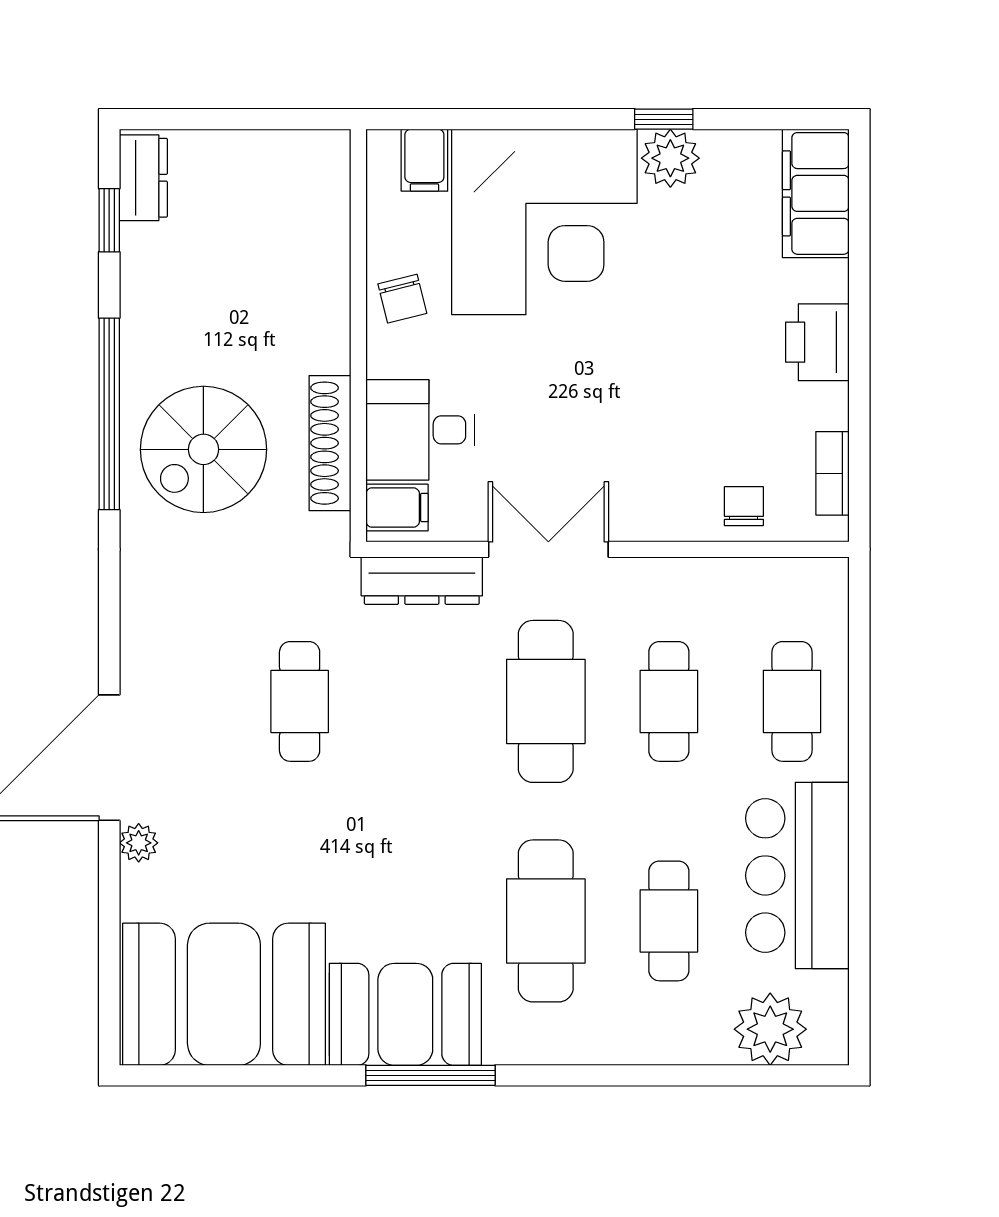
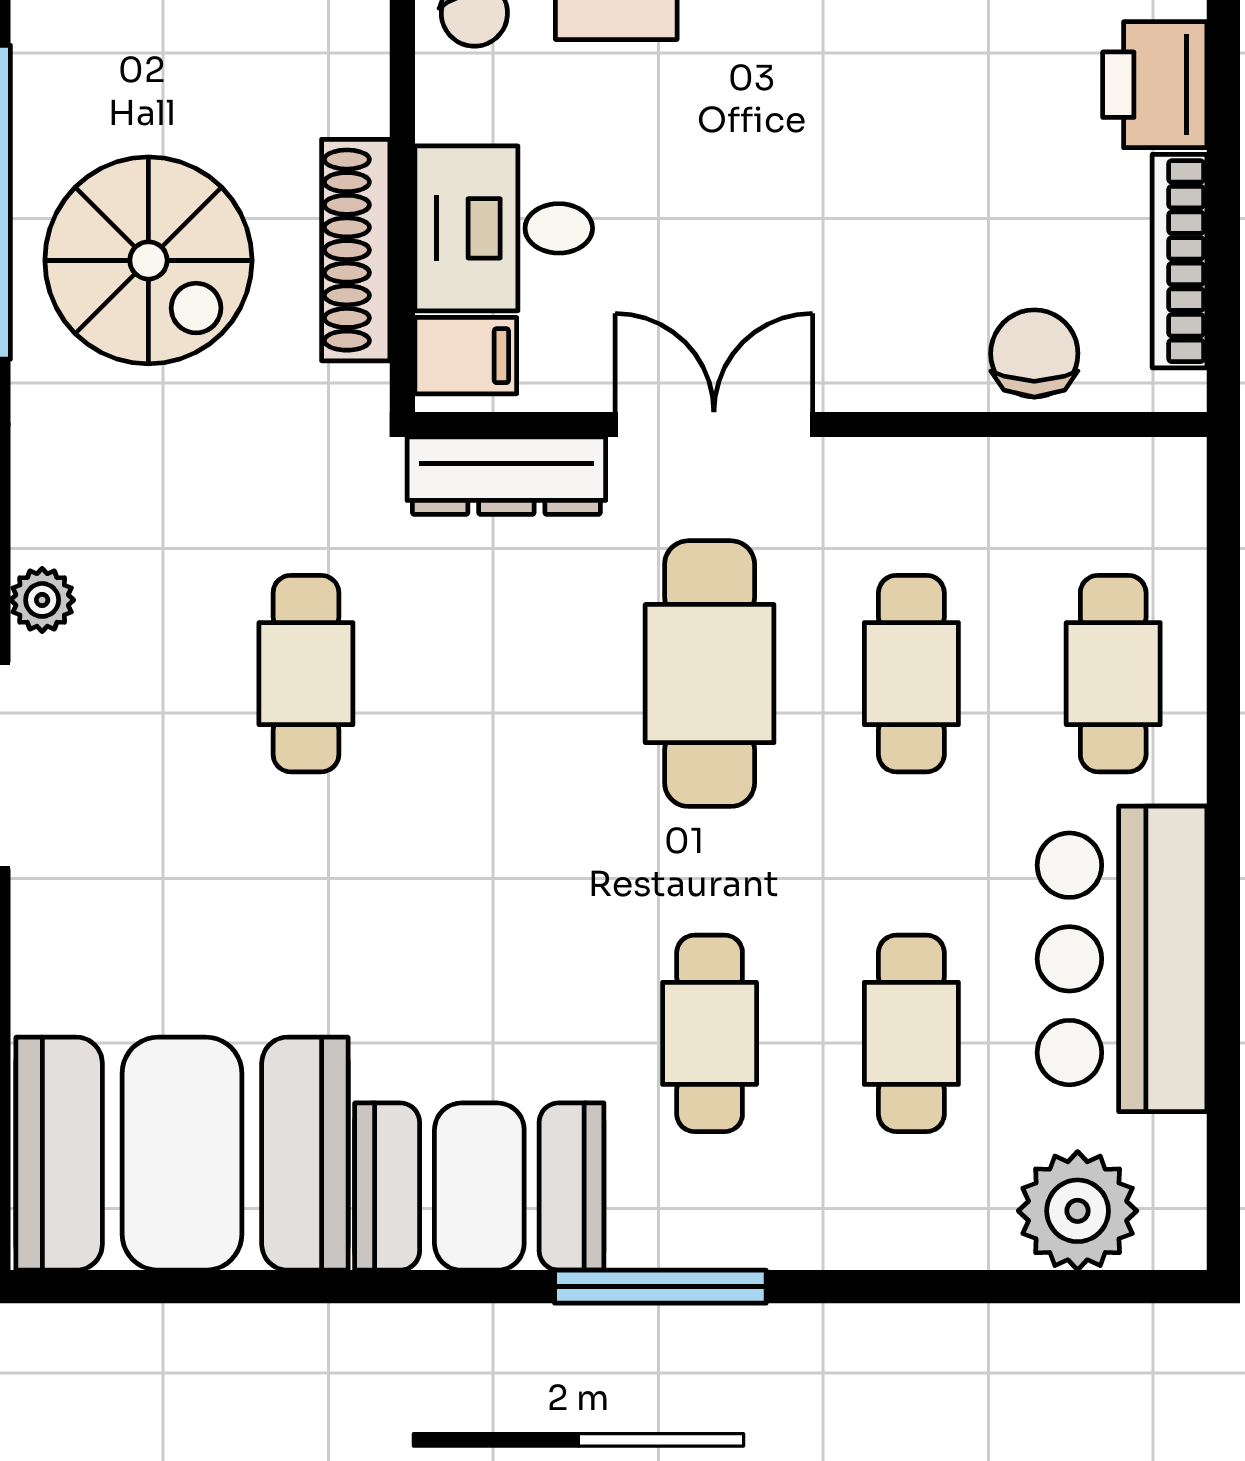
spiral stairs: (203, 449) -> (148, 260), turned -90
bookcase: (832, 473) -> (1180, 261), width x1.56
chair: (744, 506) -> (1034, 353), width x1.37, depth x1.37
plant: (139, 843) -> (42, 600), moved
cafe table: (546, 921) -> (710, 1033), width x0.73, depth x0.74
window: (430, 1075) -> (660, 1287), moved

